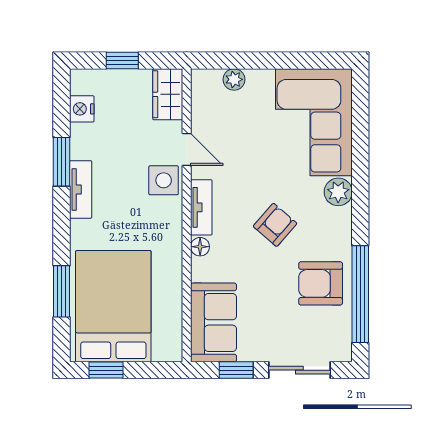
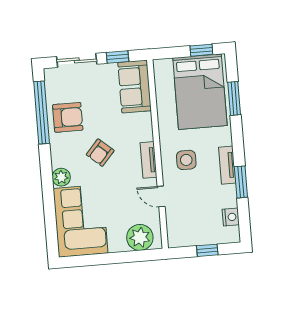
plant: (234, 79) -> (140, 237), width x1.88, depth x1.88
wardrobe: (168, 94) -> (176, 231), removed
side table: (164, 180) -> (186, 160), moved
floor lamp: (200, 247) -> (147, 135), removed

